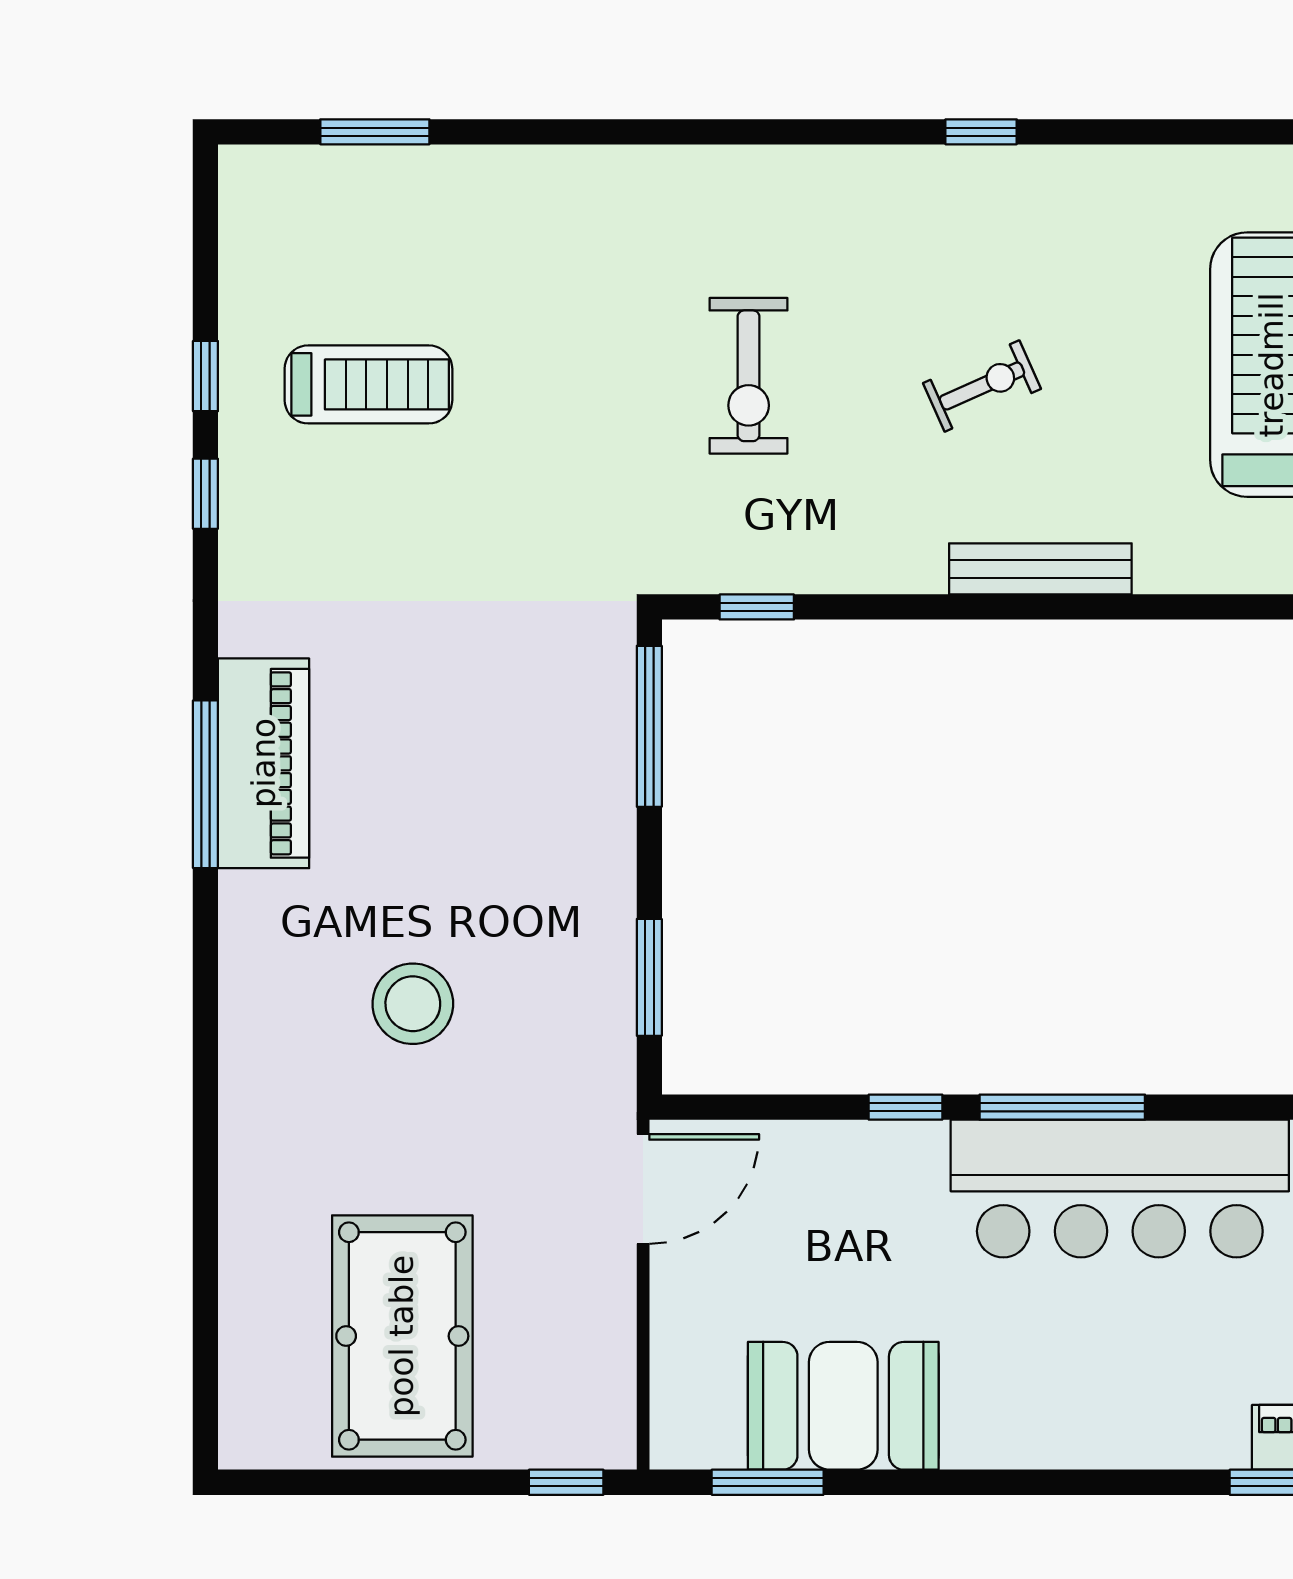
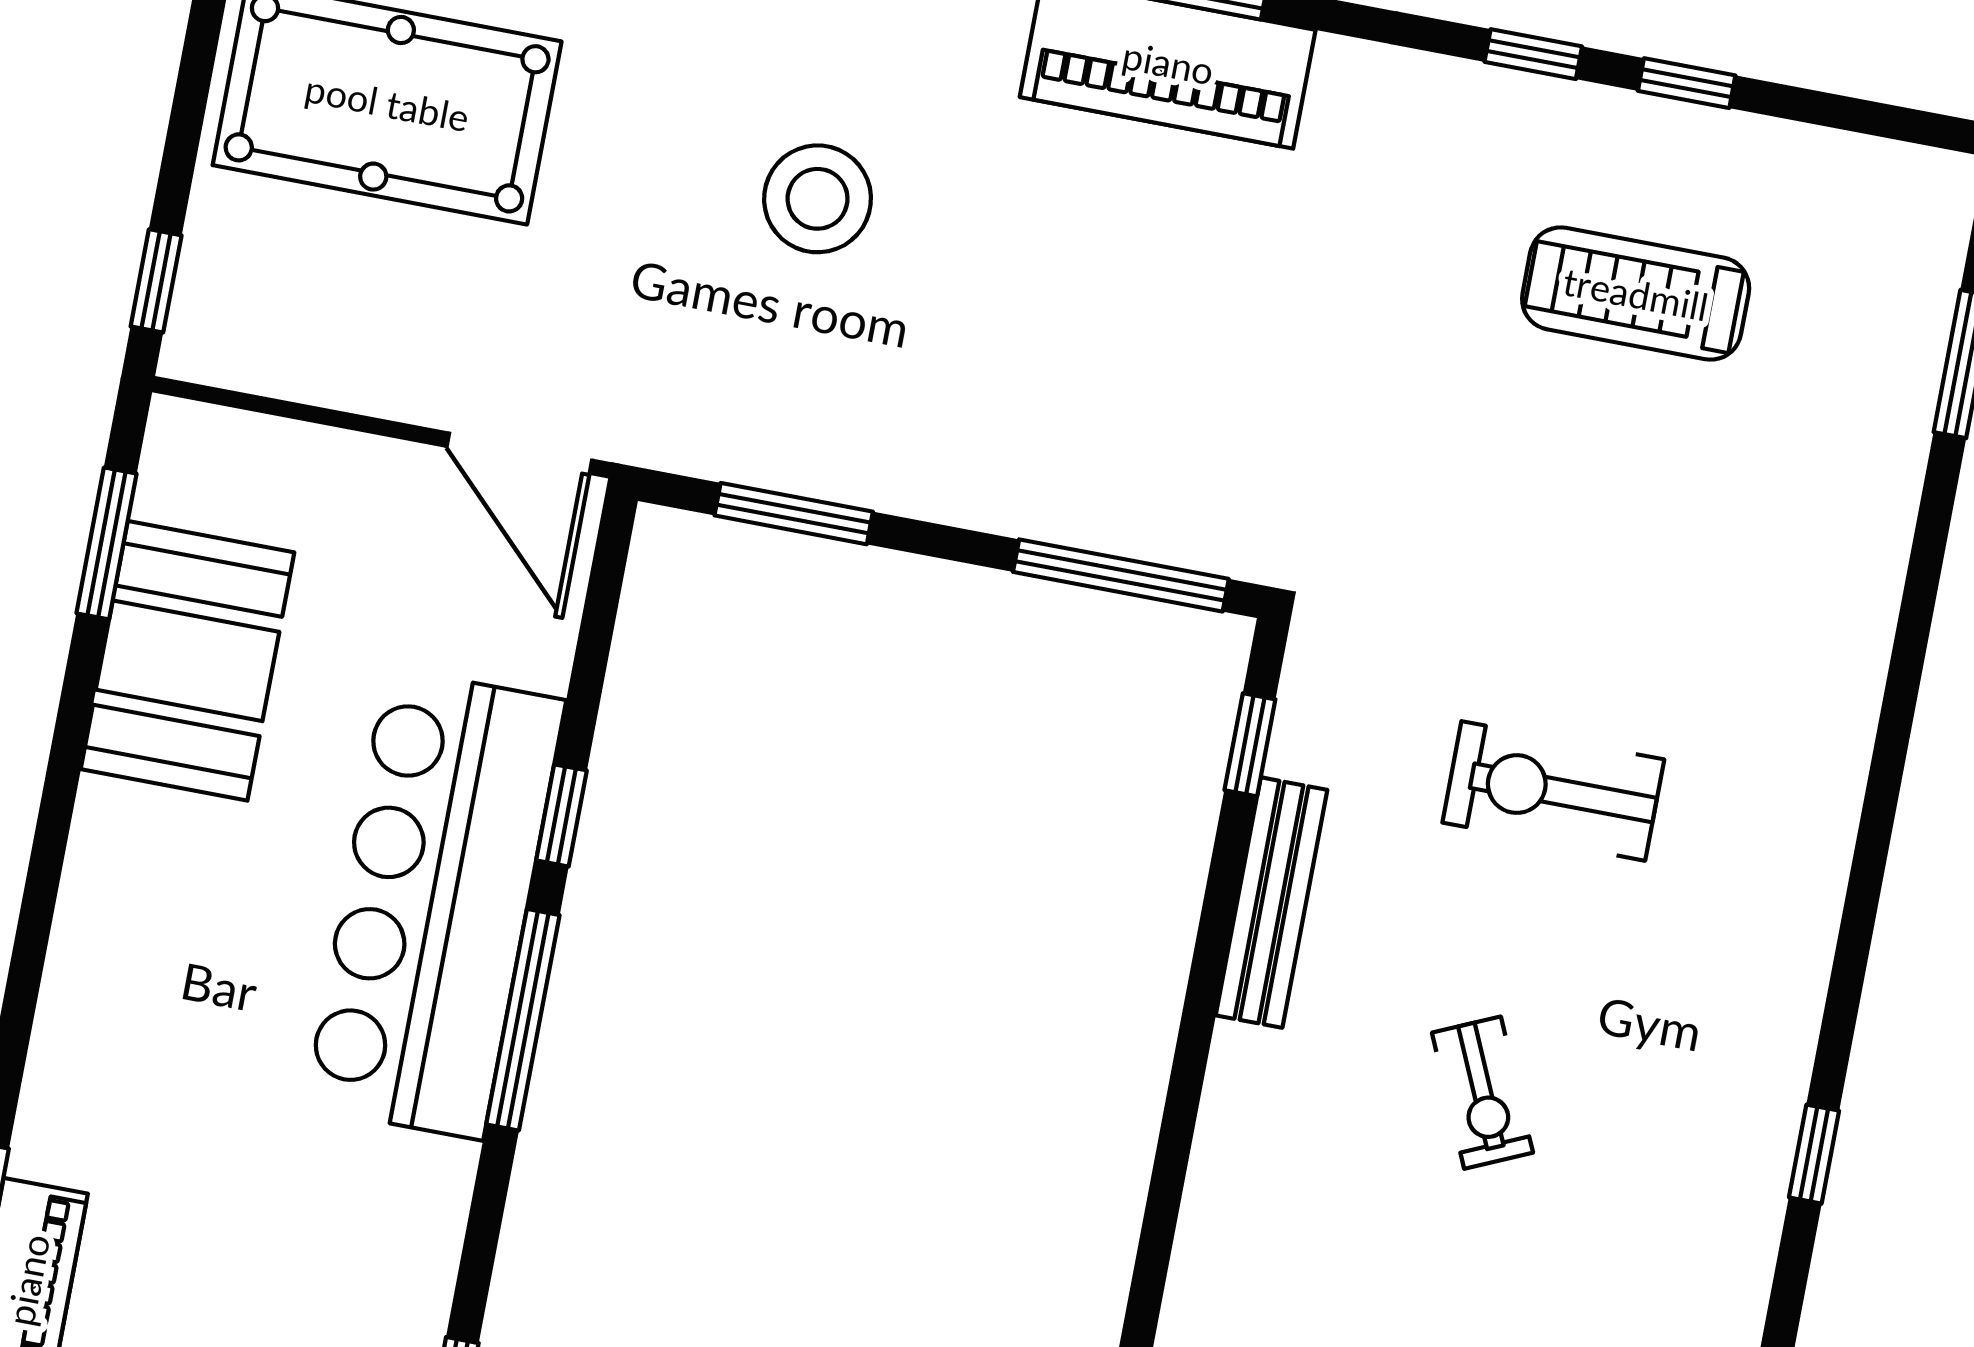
treadmill: (368, 384) -> (1636, 294), turned 90
bench: (1040, 569) -> (1272, 903), moved
bar counter: (1120, 1189) -> (435, 904), moved

